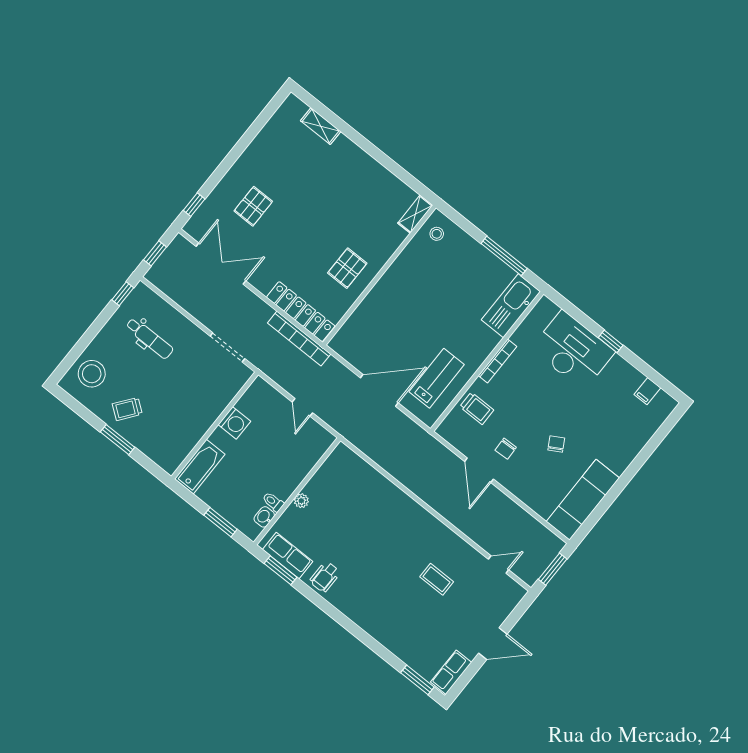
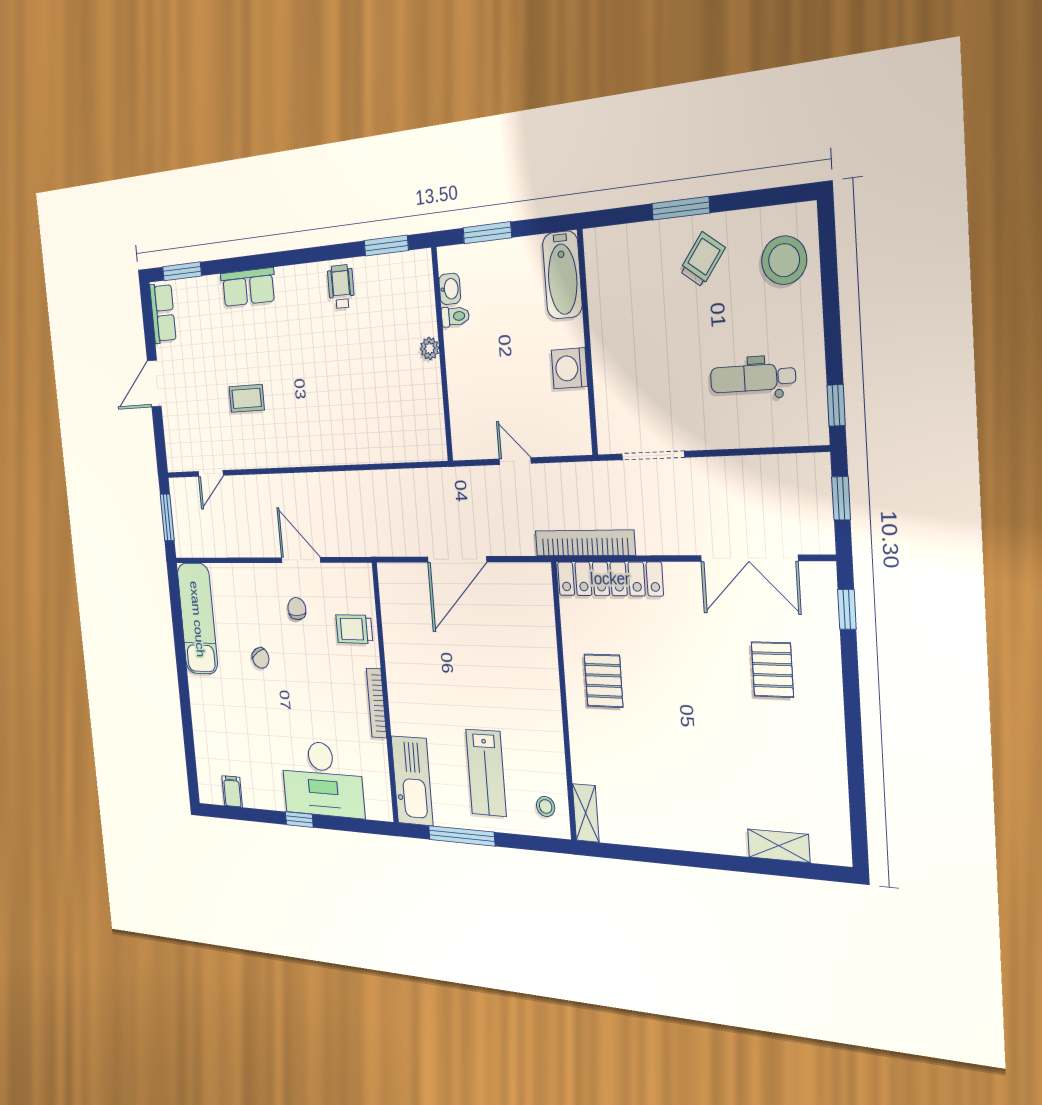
lab bench: (437, 378) -> (486, 773), moved
row of seats: (288, 556) -> (248, 287), moved

